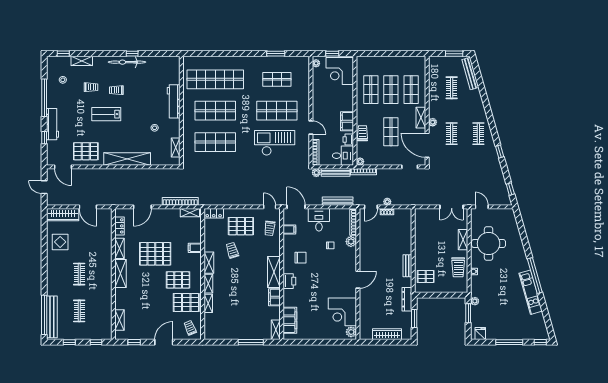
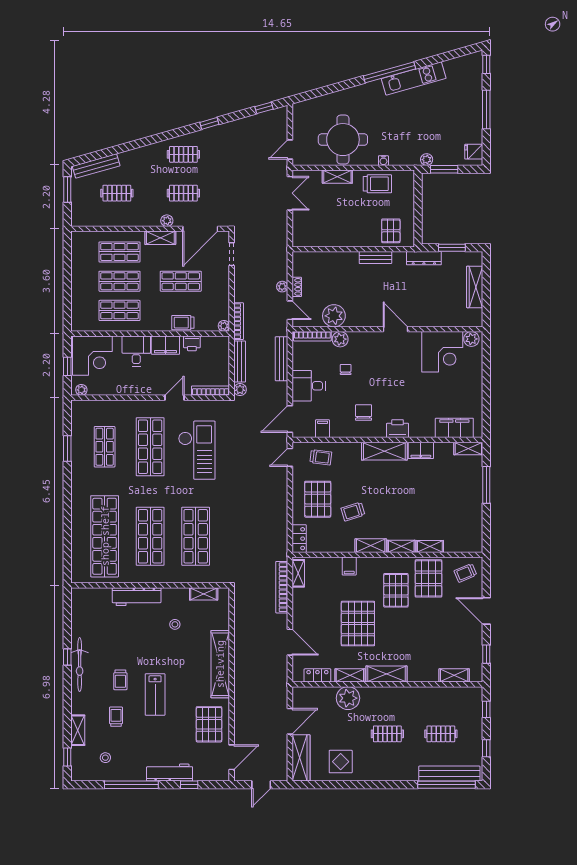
checkout: (275, 143) -> (197, 450), turned 180
desk: (343, 156) -> (136, 351), moved
plant: (367, 237) -> (334, 316), added
plant: (104, 247) -> (348, 698), added

